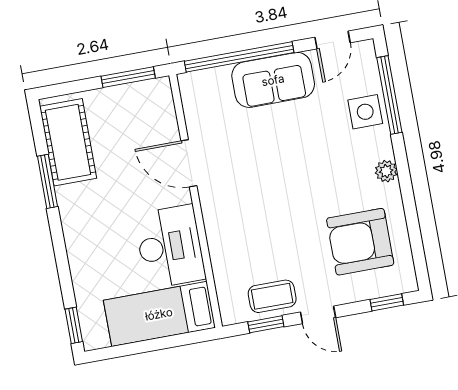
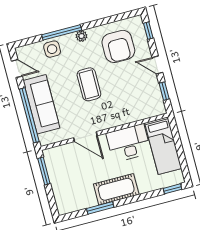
sofa: (273, 80) -> (41, 104), width x1.36
window: (389, 95) -> (62, 32), moved
cot: (68, 142) -> (116, 189), moved
door: (189, 163) -> (85, 137), hinge flipped
coffee table: (272, 296) -> (89, 84), moved, width x1.36, depth x1.30
door: (318, 315) -> (157, 65), swing flipped

